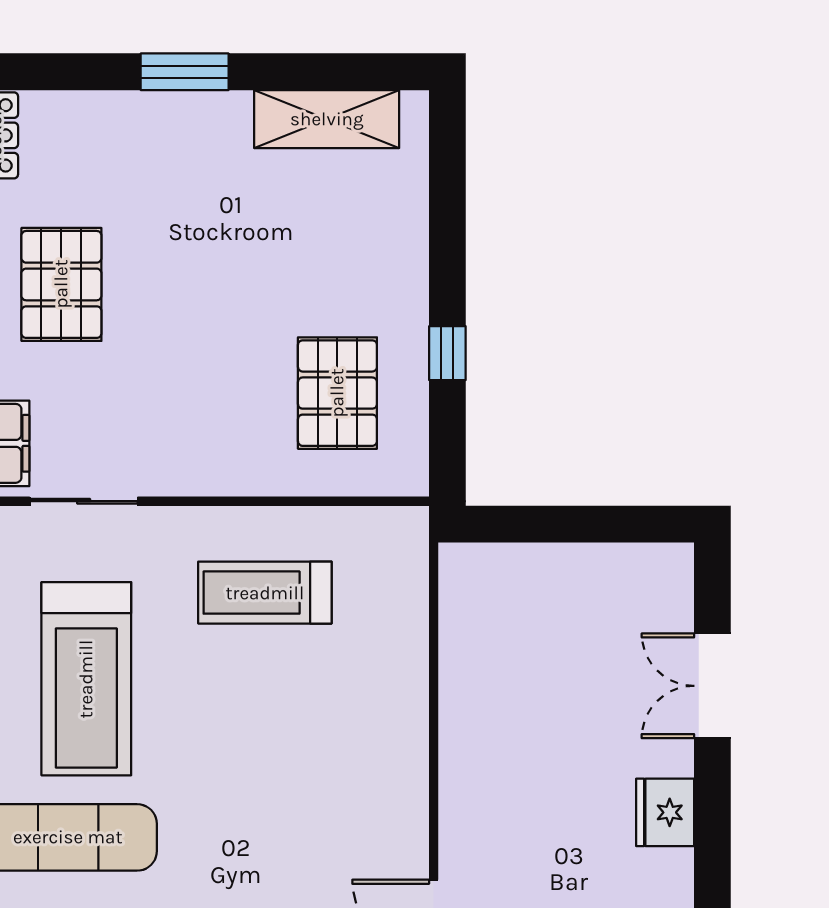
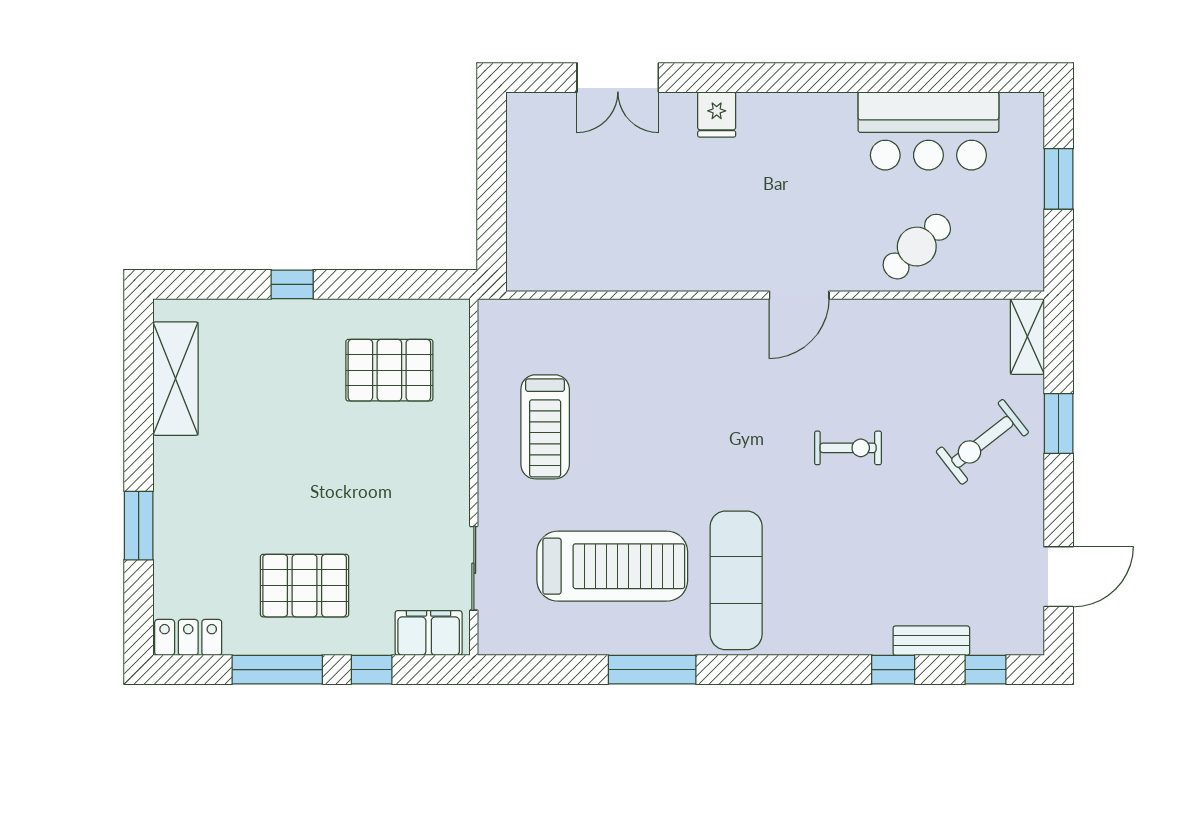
window: (185, 72) -> (139, 526), moved
window: (447, 353) -> (292, 284), moved
fridge: (665, 812) -> (717, 114), width x0.72

